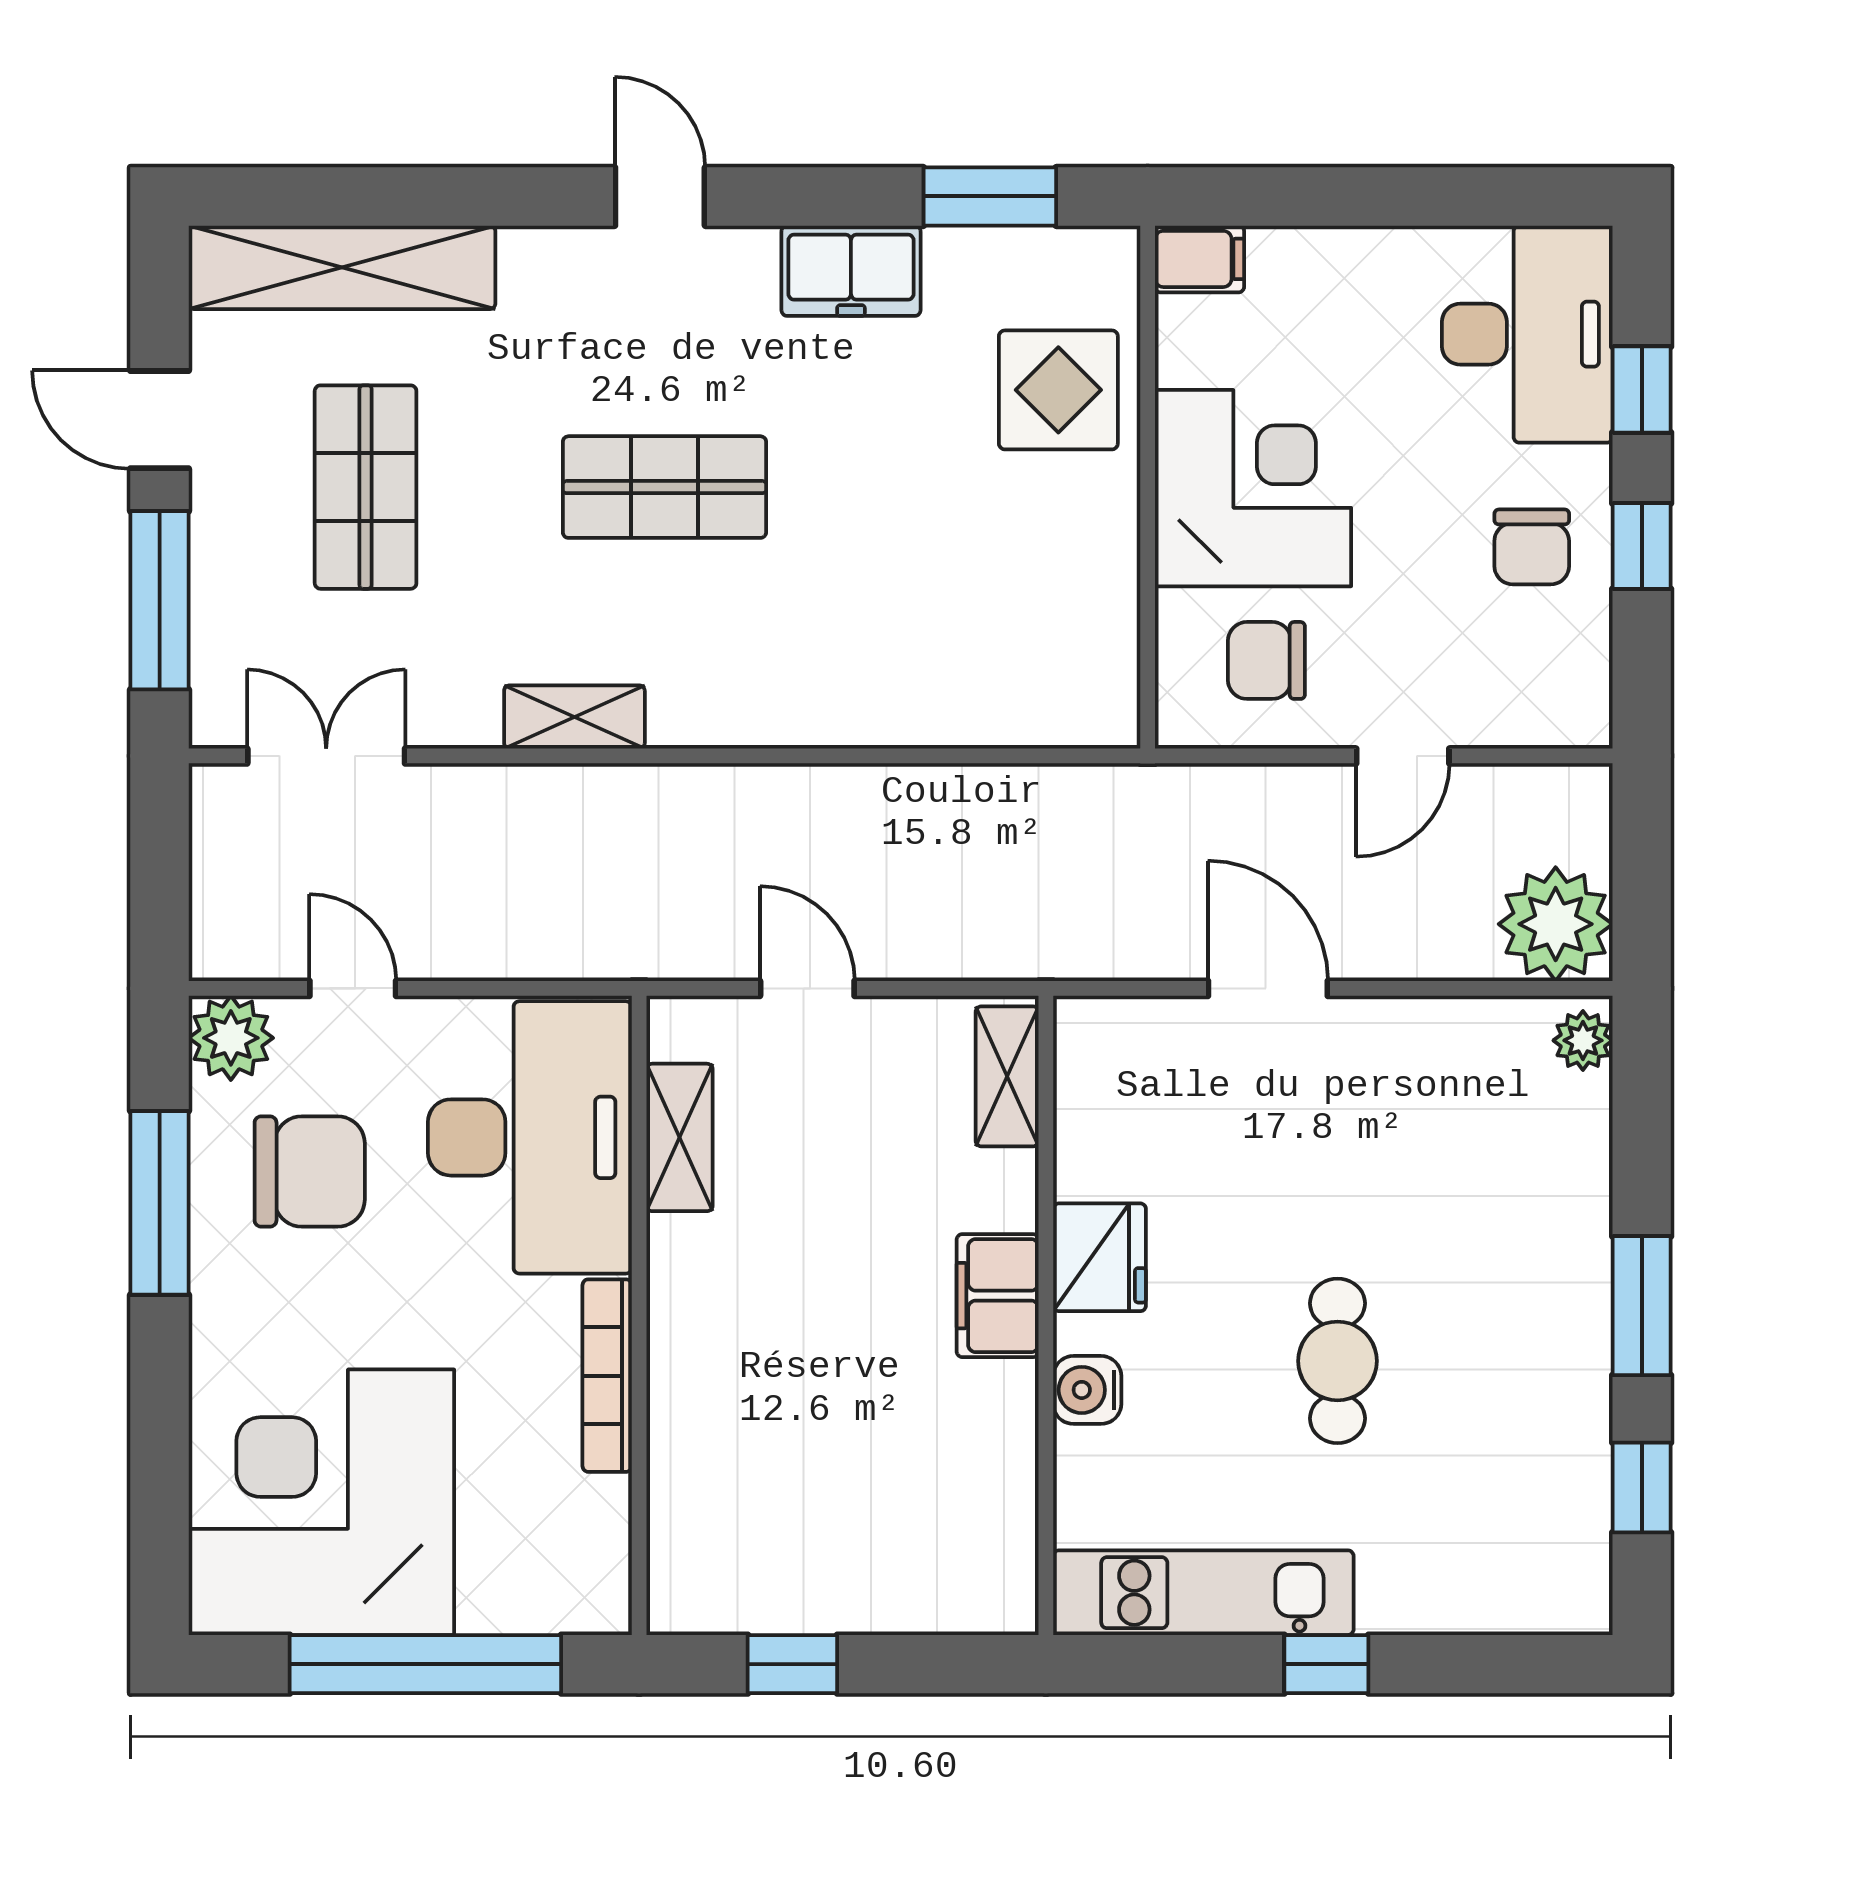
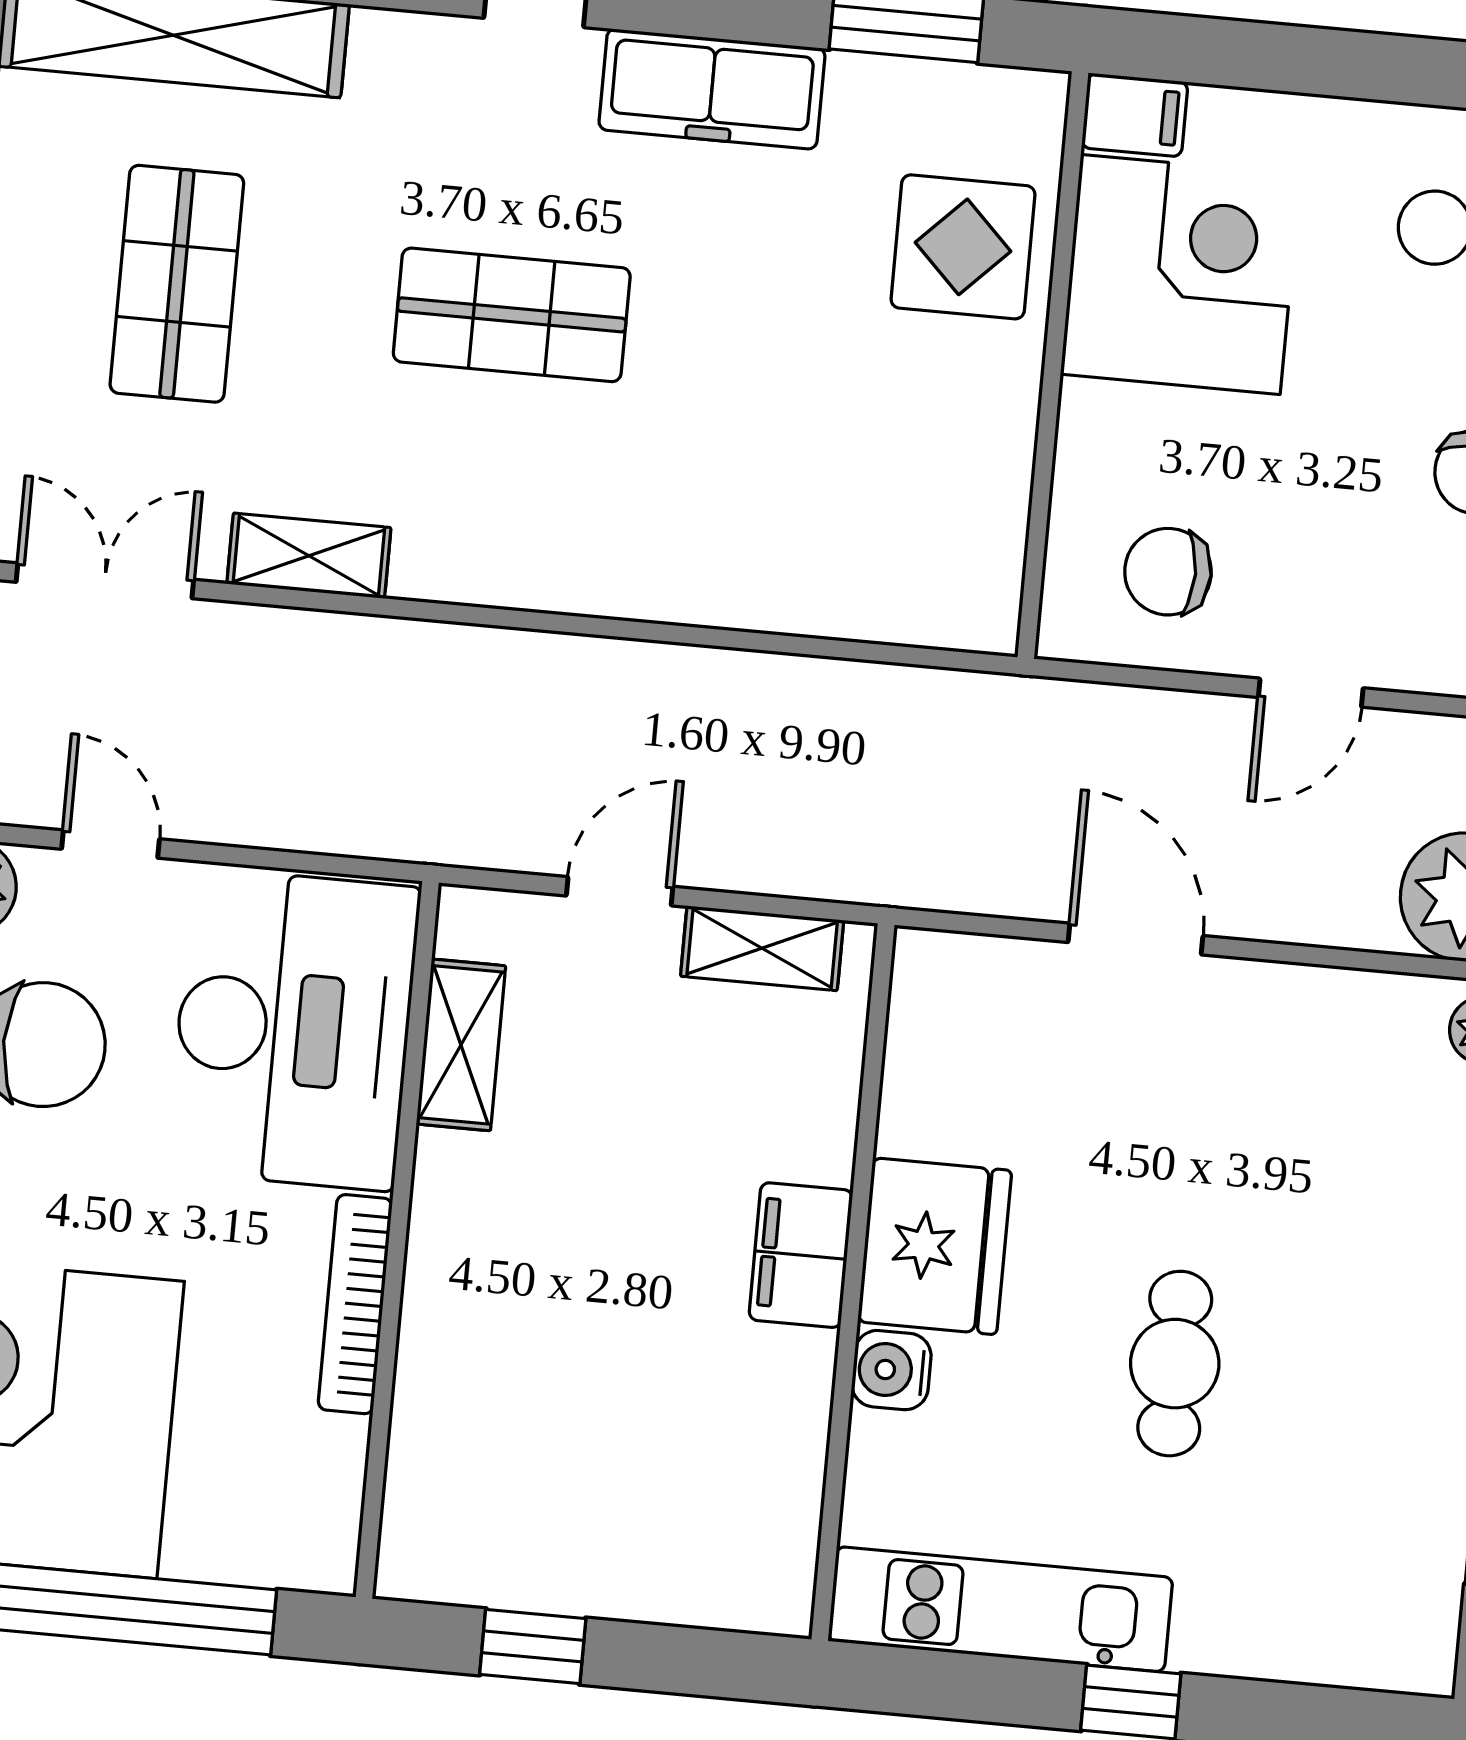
freezer: (851, 271) -> (712, 89), width x1.40
corner desk: (1253, 488) -> (1180, 274), moved
shelving: (574, 717) -> (309, 556), moved
door: (807, 988) -> (620, 891), hinge flipped
shelving: (1007, 1076) -> (762, 948), moved, turned 90
fridge: (1100, 1257) -> (935, 1246), width x1.36, depth x1.34

